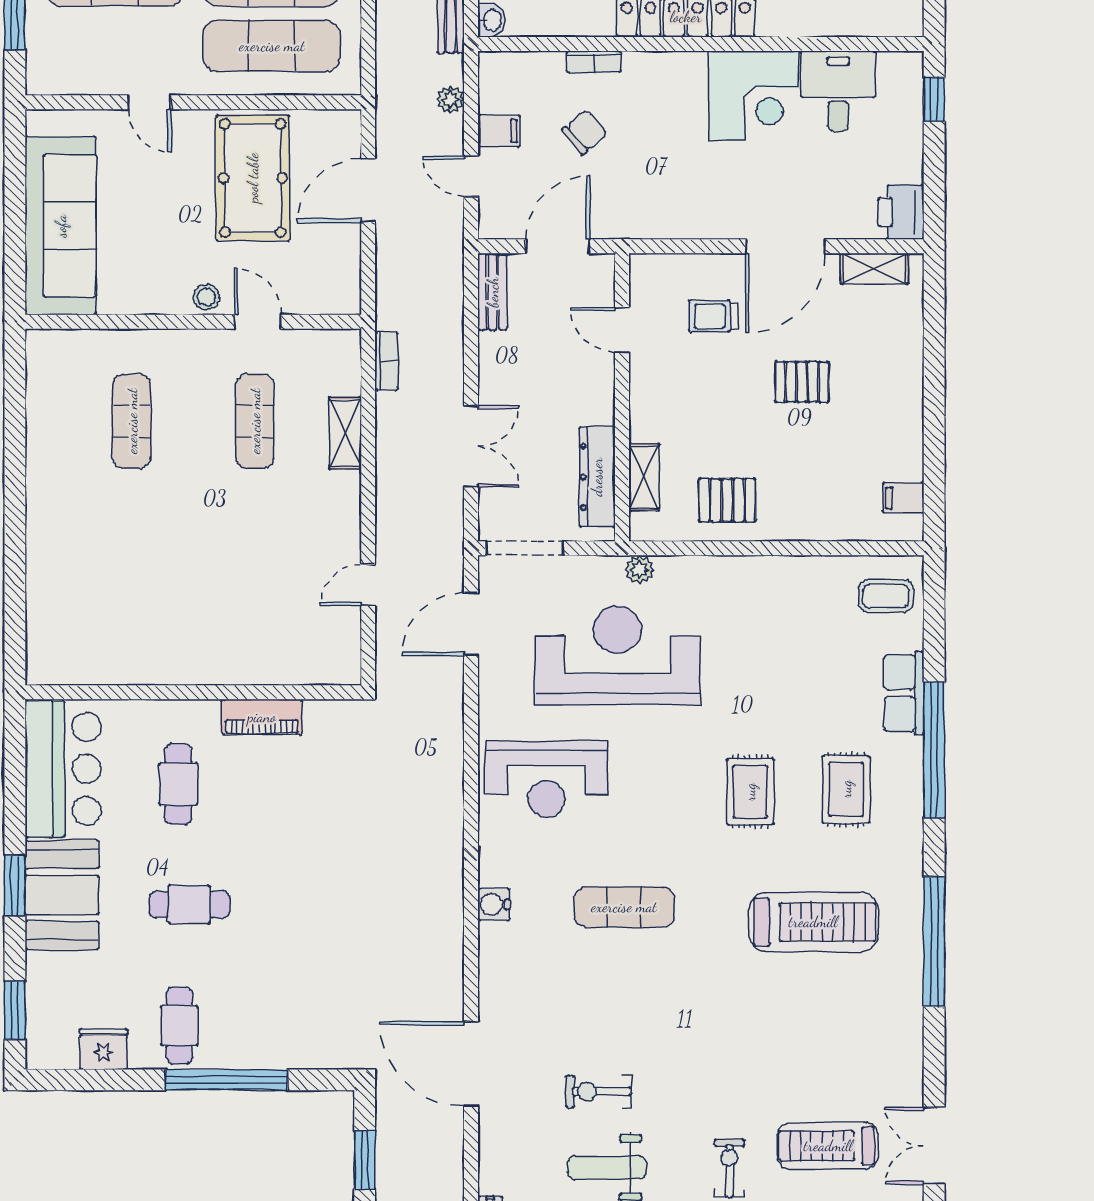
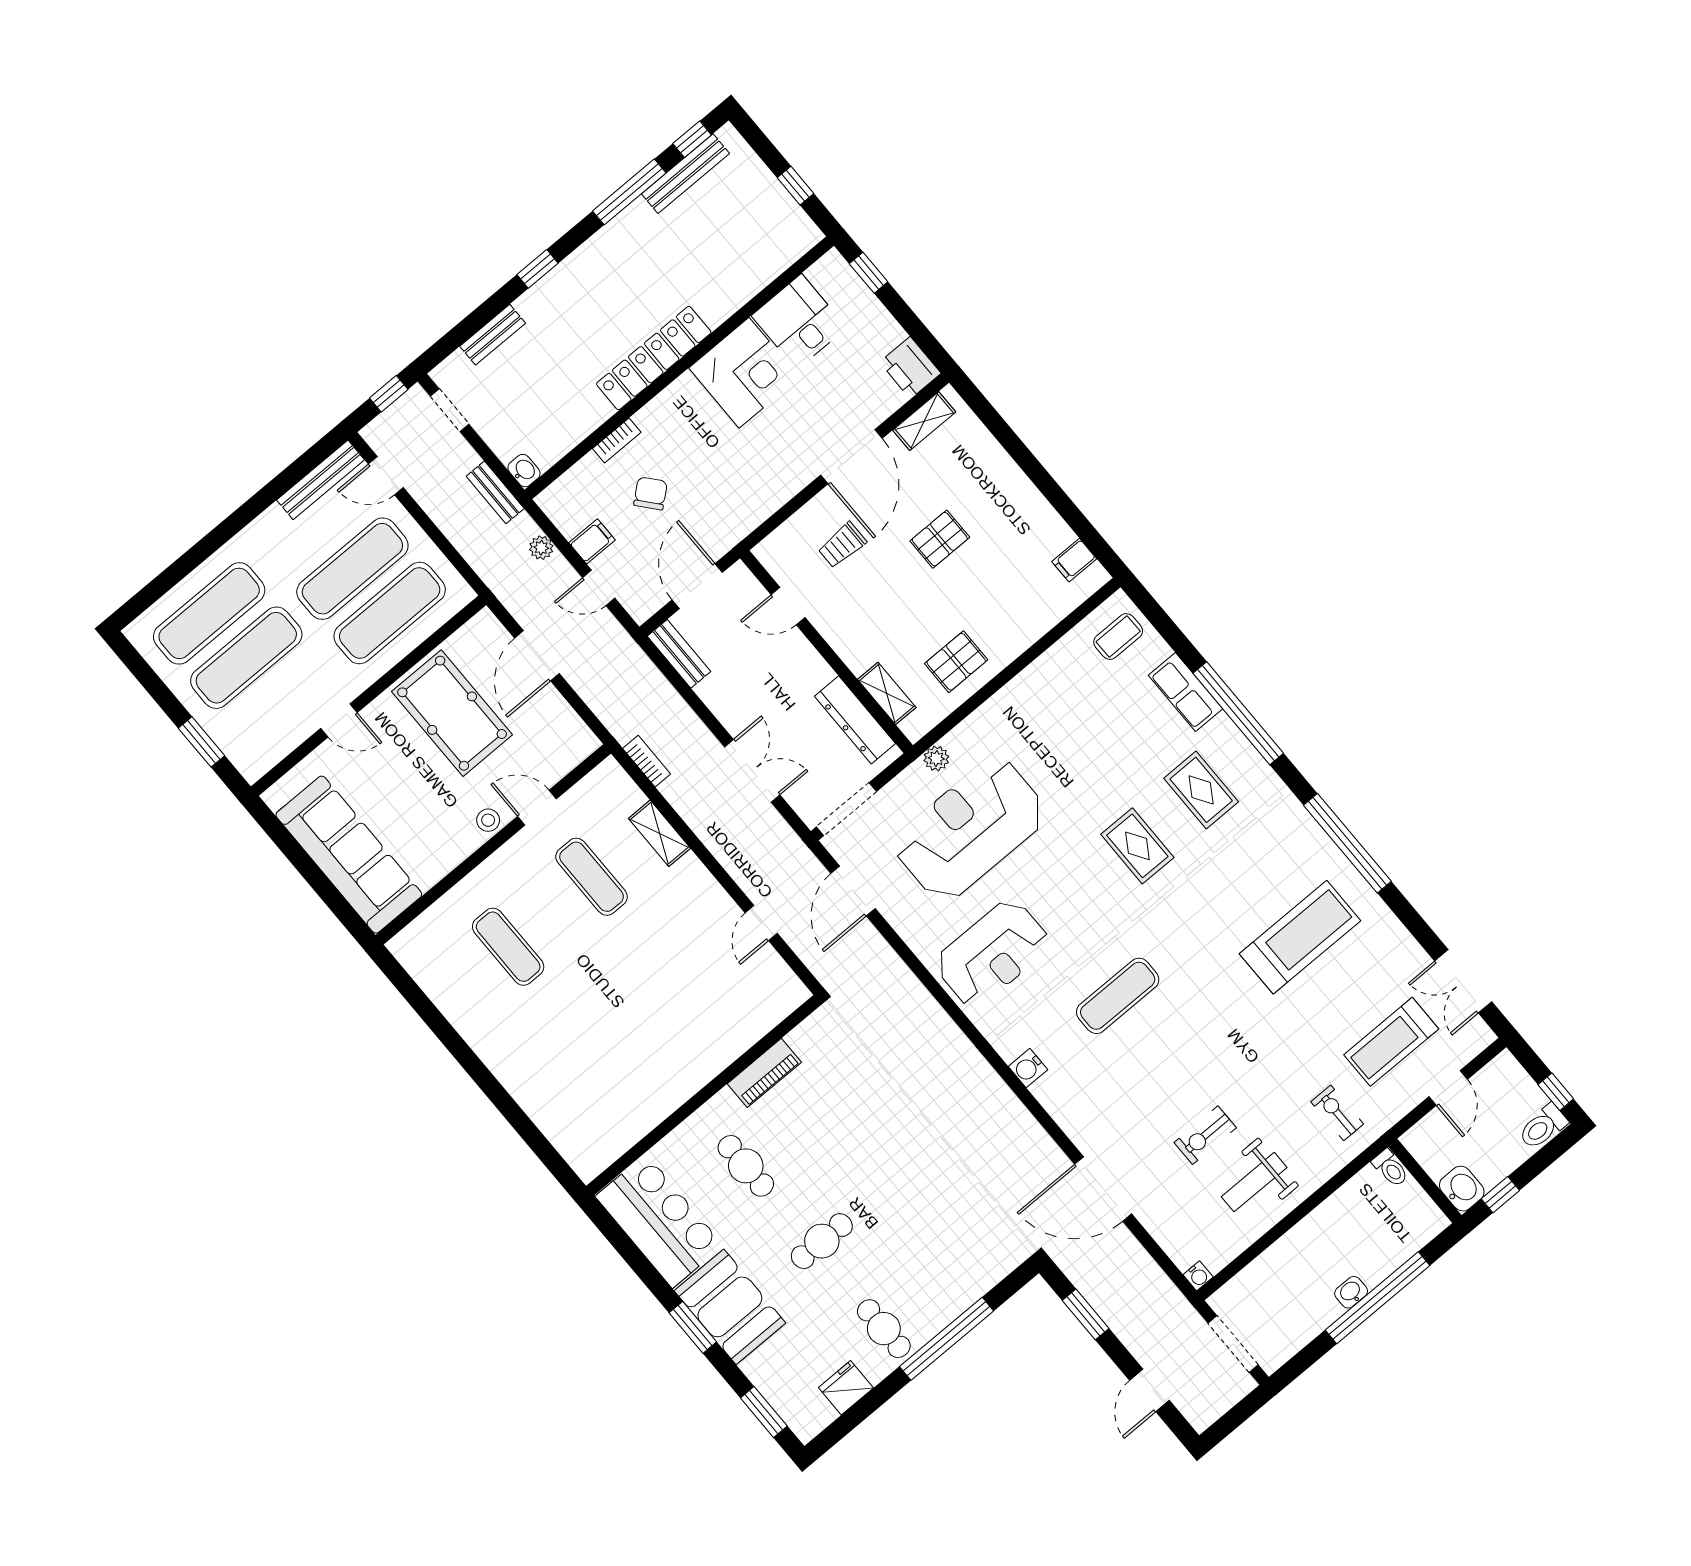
treadmill: (813, 922) -> (1300, 937), moved

